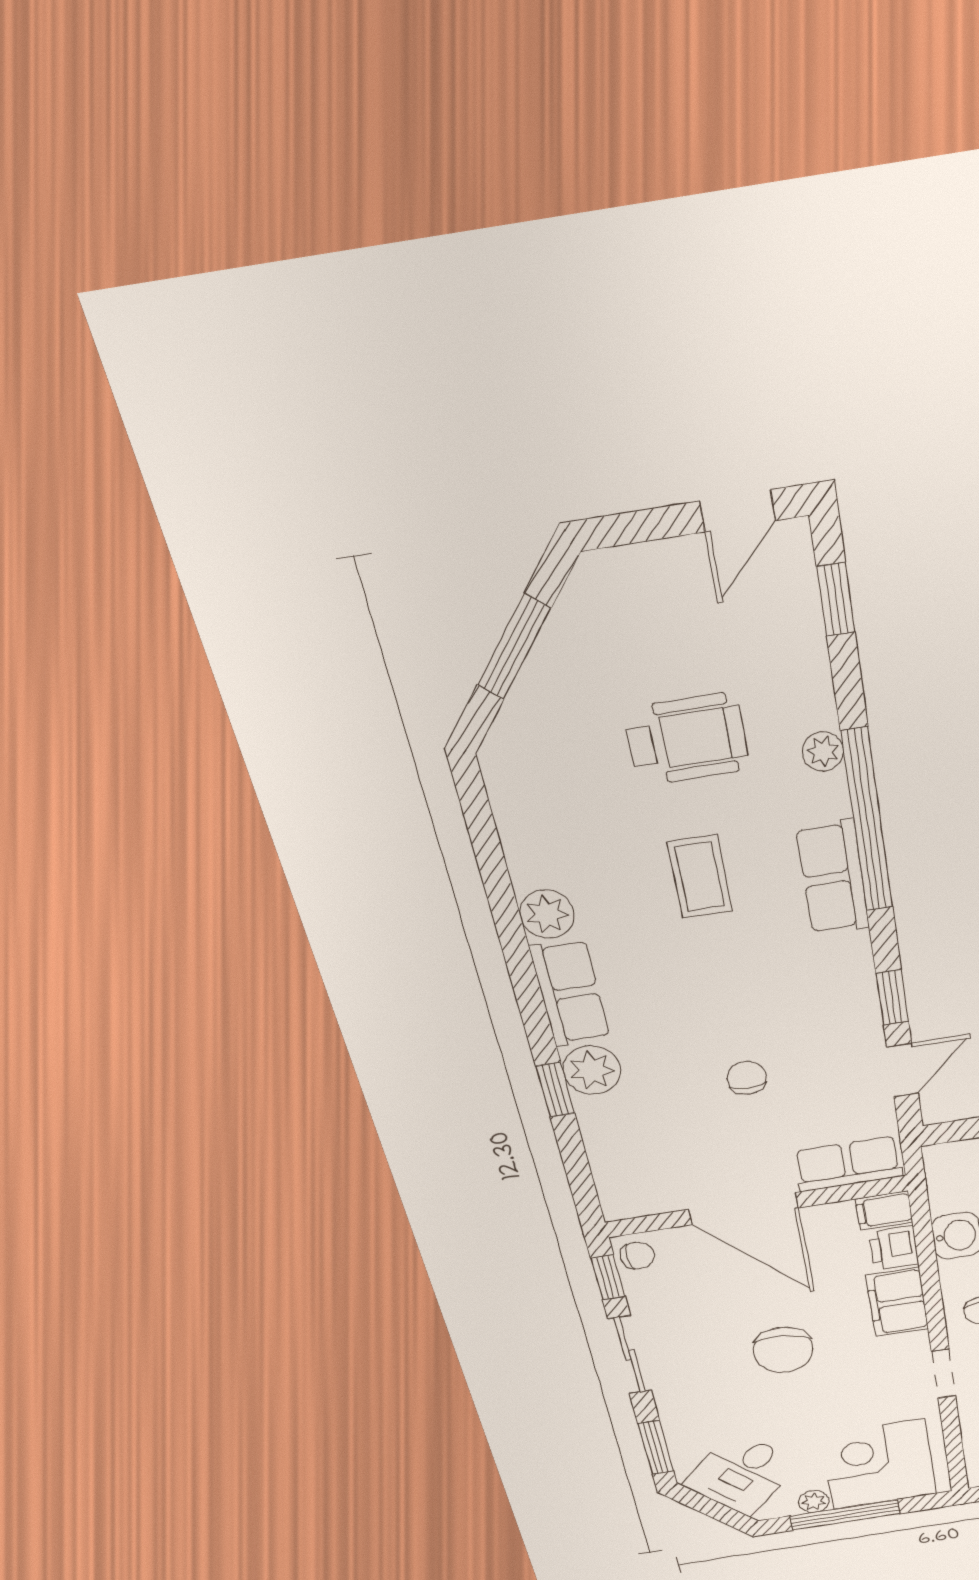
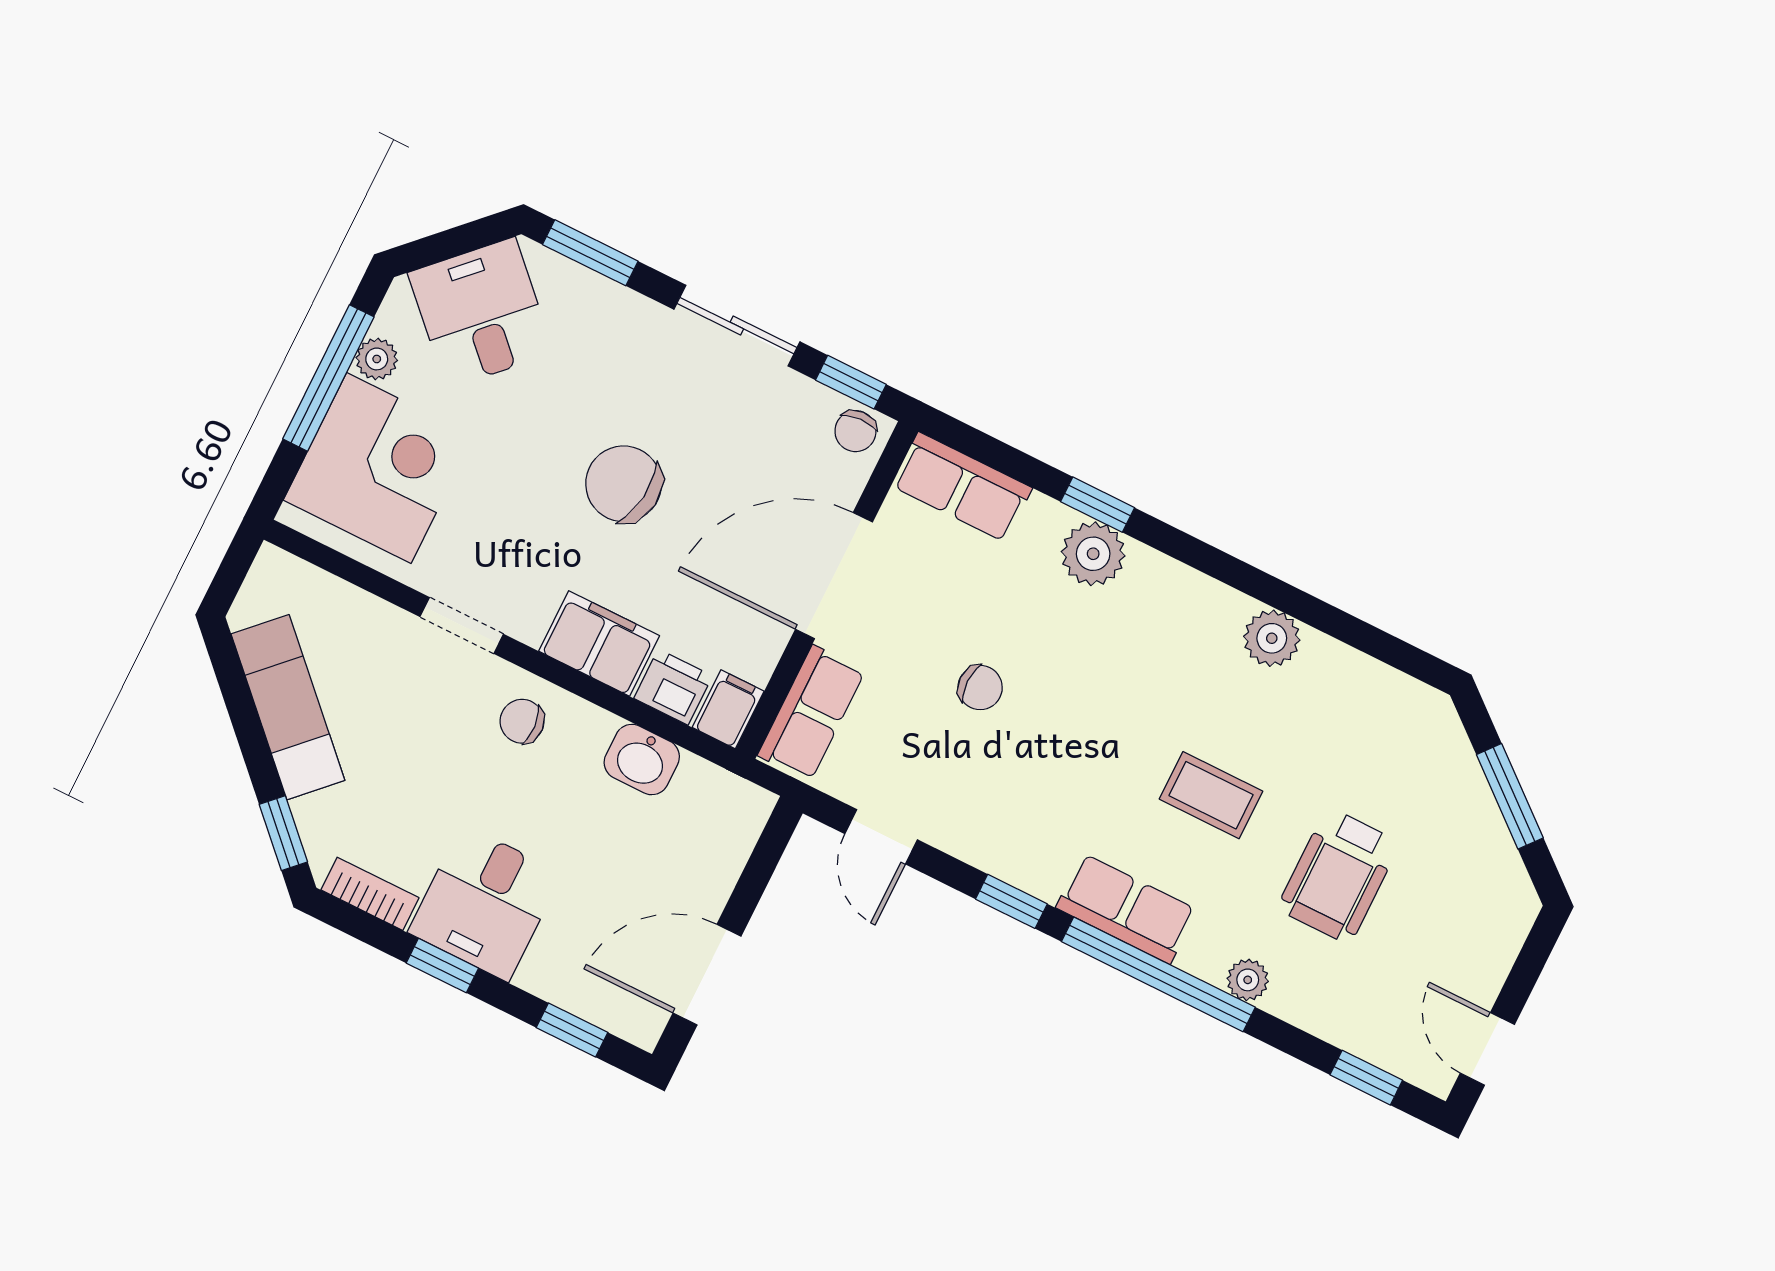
row of seats: (570, 993) -> (962, 487), moved
window: (892, 997) -> (1011, 901), moved

